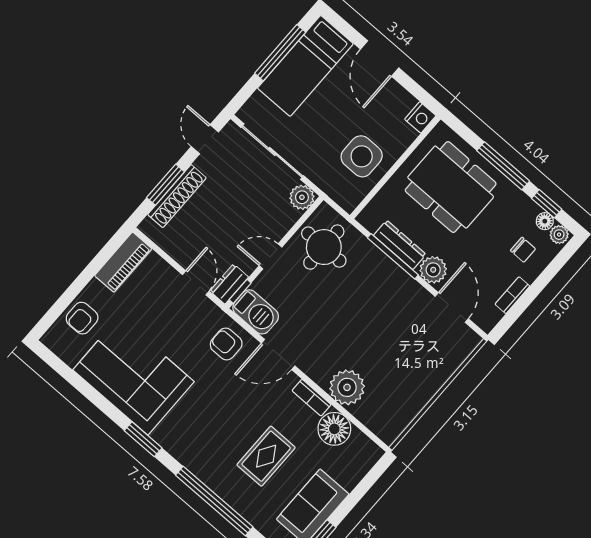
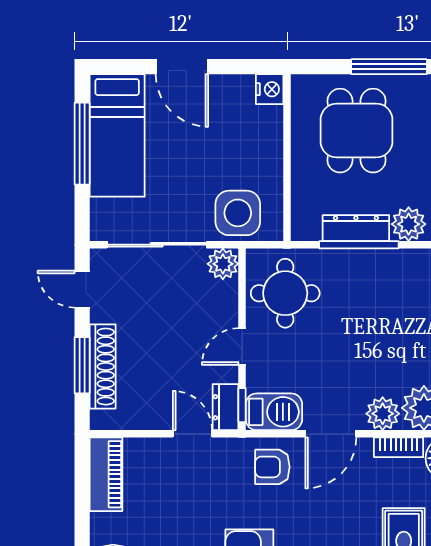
side table: (362, 156) -> (238, 213), moved
dining table: (451, 187) -> (357, 131), width x0.73
plant: (320, 369) -> (383, 414), added

